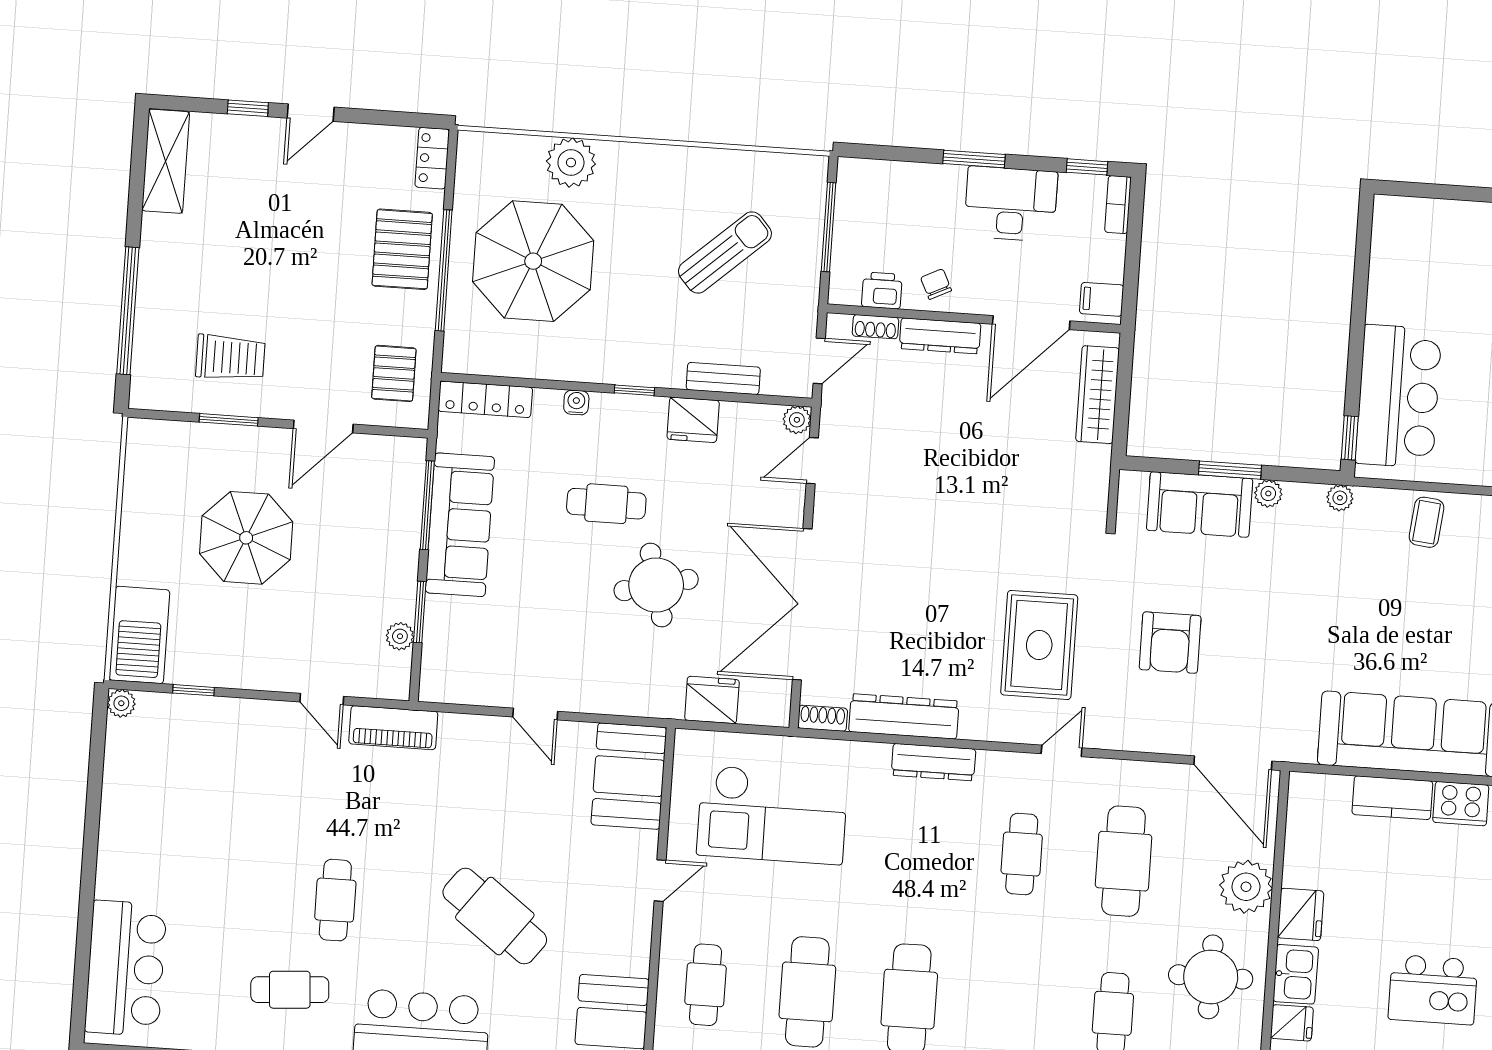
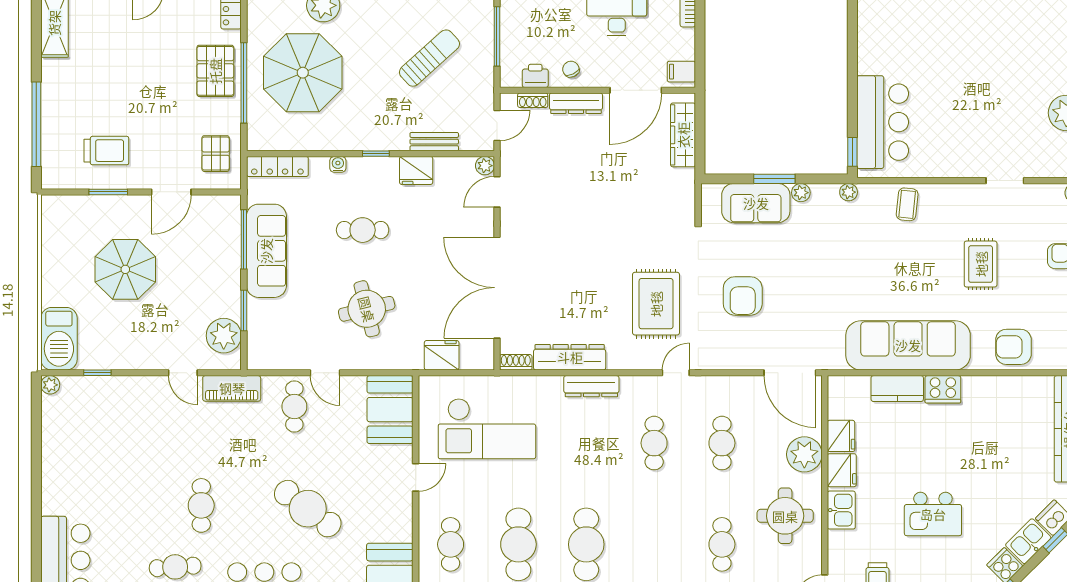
round table: (656, 585) -> (367, 309), moved
plant: (400, 636) -> (224, 336), width x1.88, depth x1.88
cafe table: (486, 761) -> (294, 406), added
cafe table: (1124, 861) -> (722, 443), width x0.73, depth x0.74
fridge: (1292, 1023) -> (841, 436), moved, width x1.38

